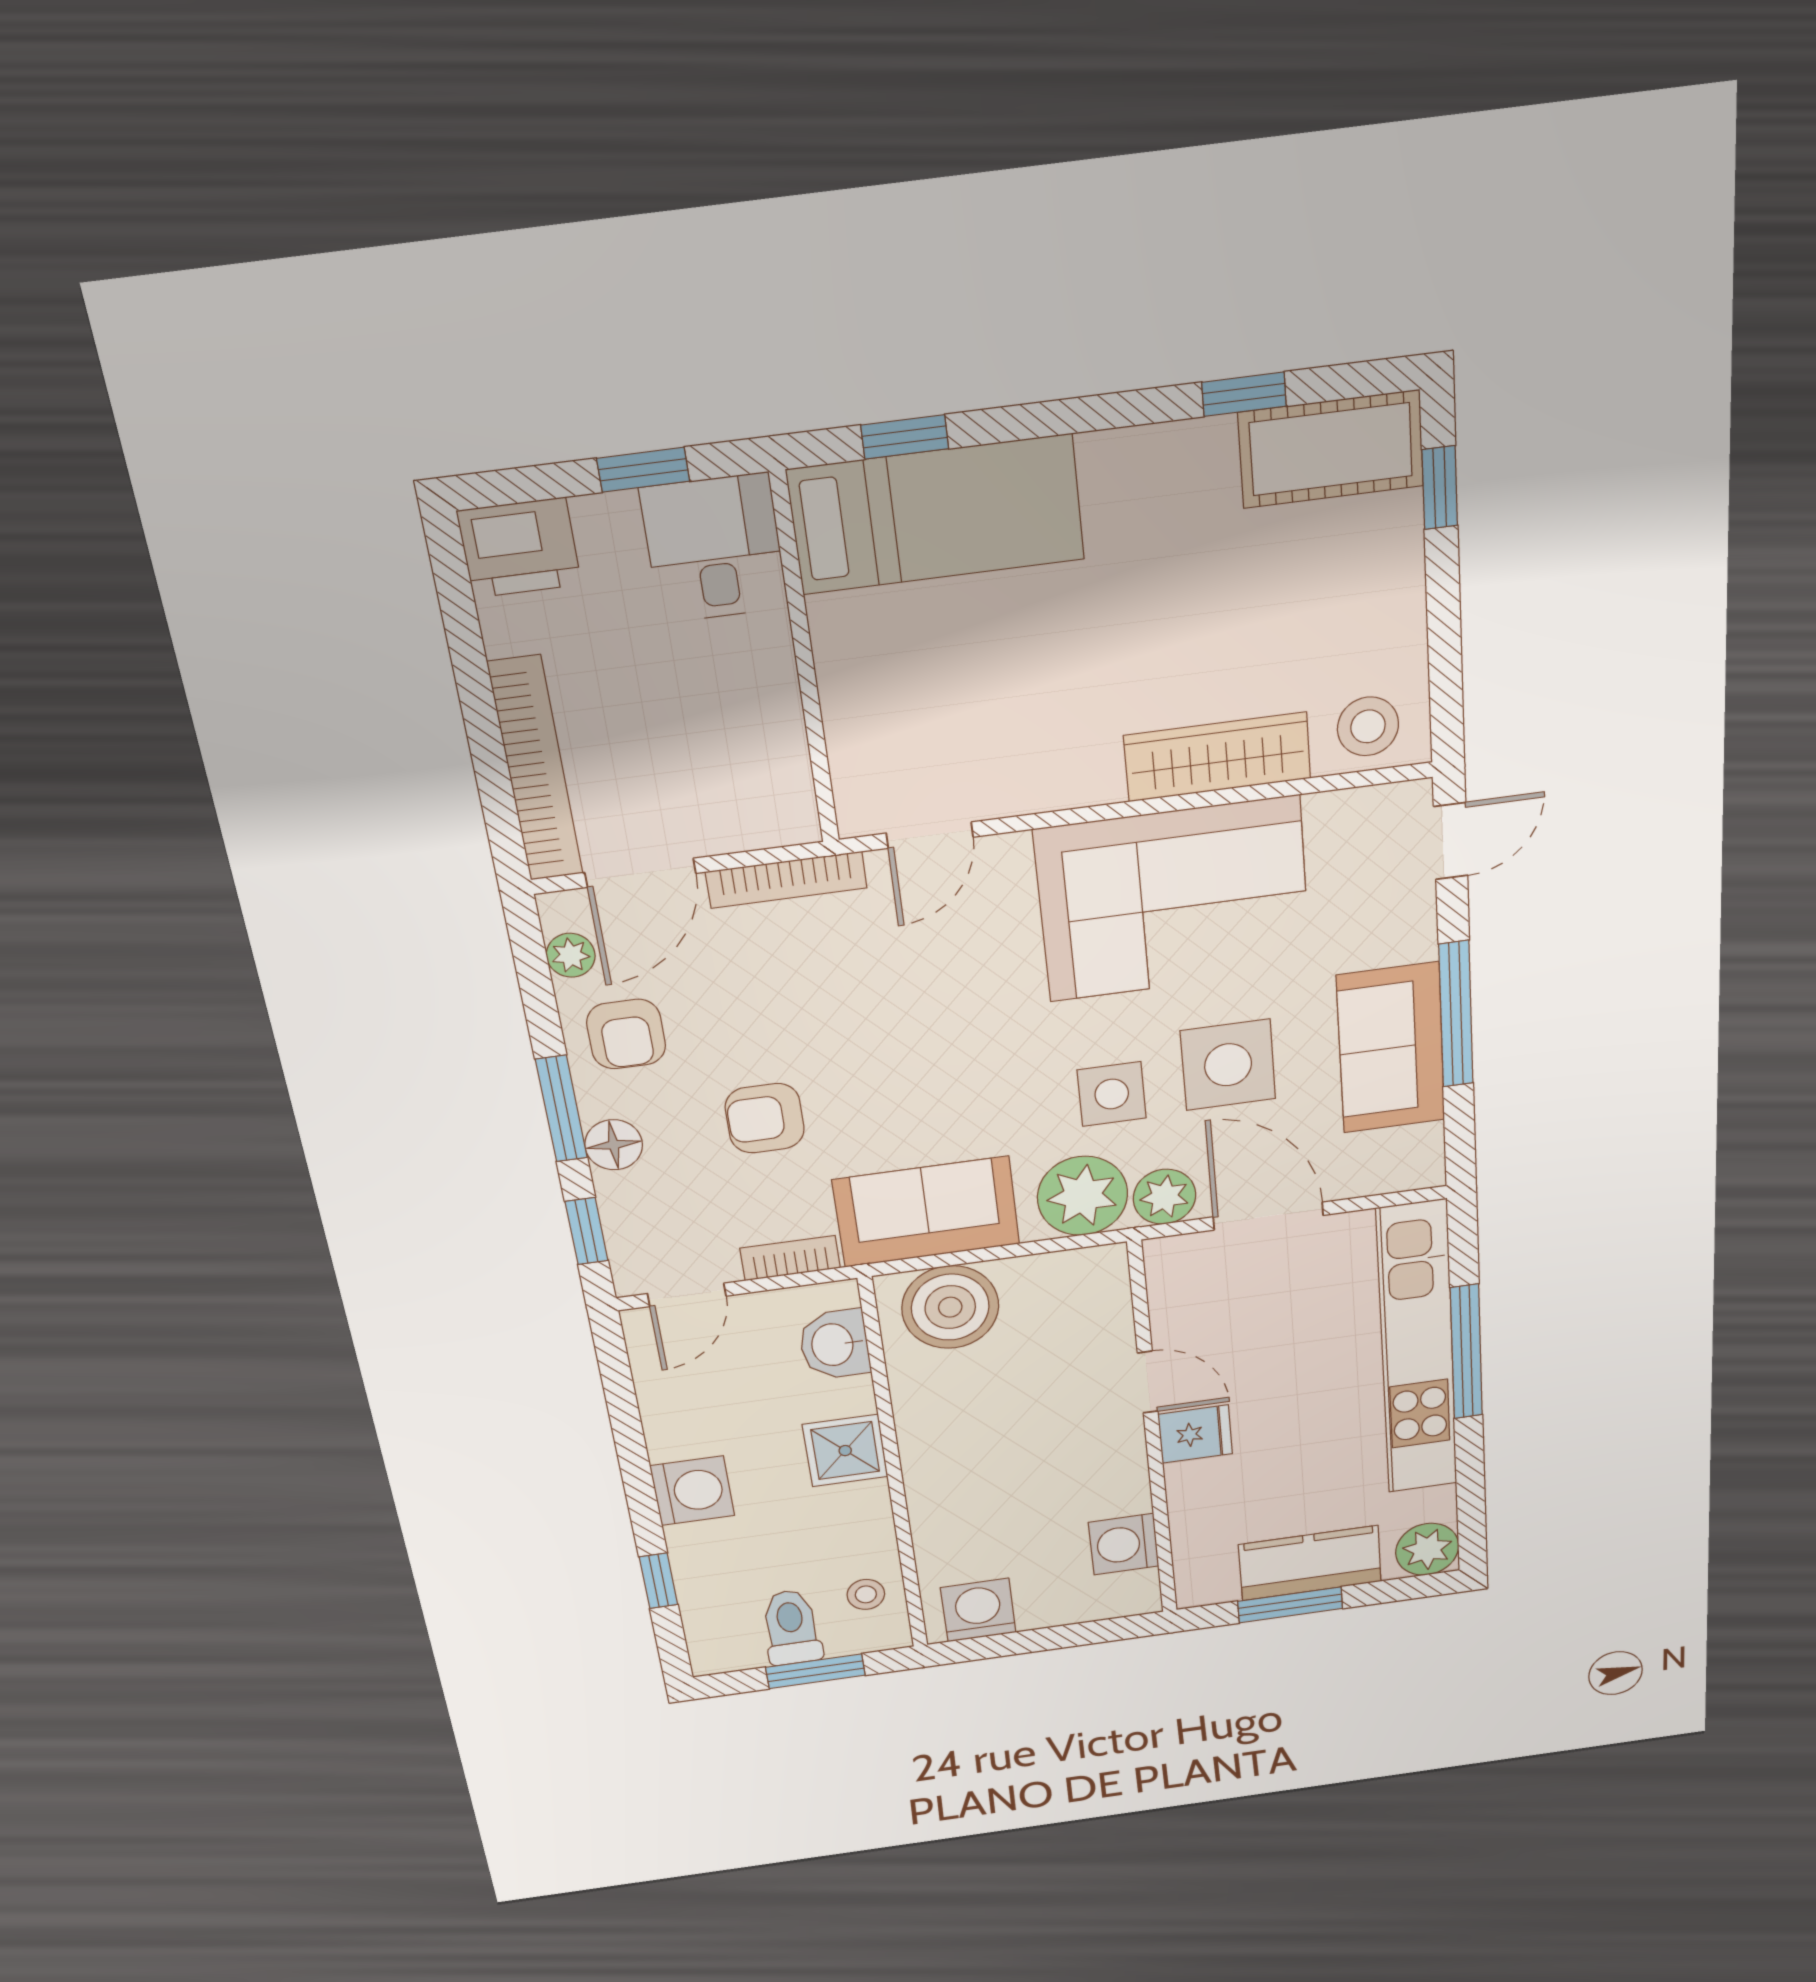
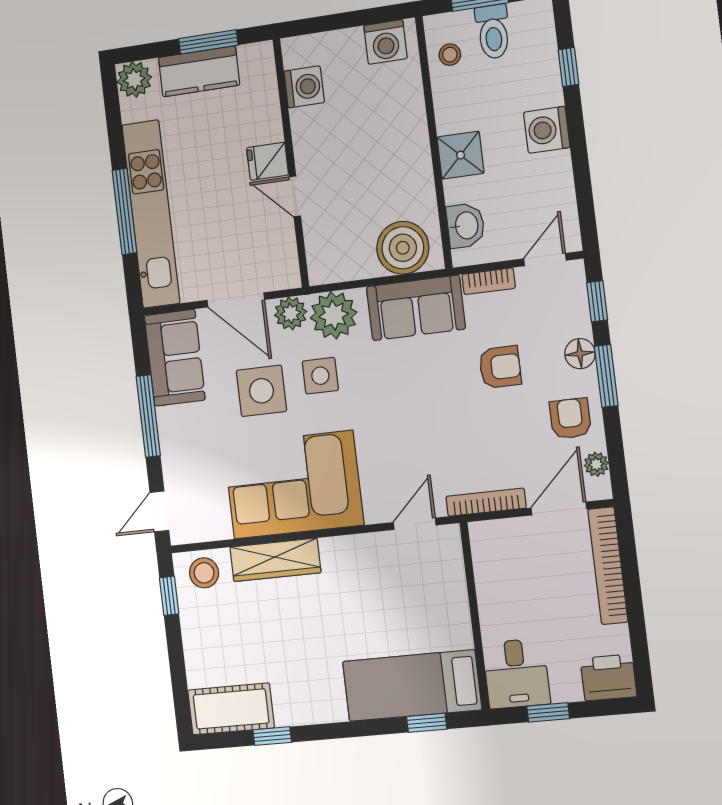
window: (1440, 488) -> (169, 596), moved
sofa: (1391, 1048) -> (175, 358), moved

